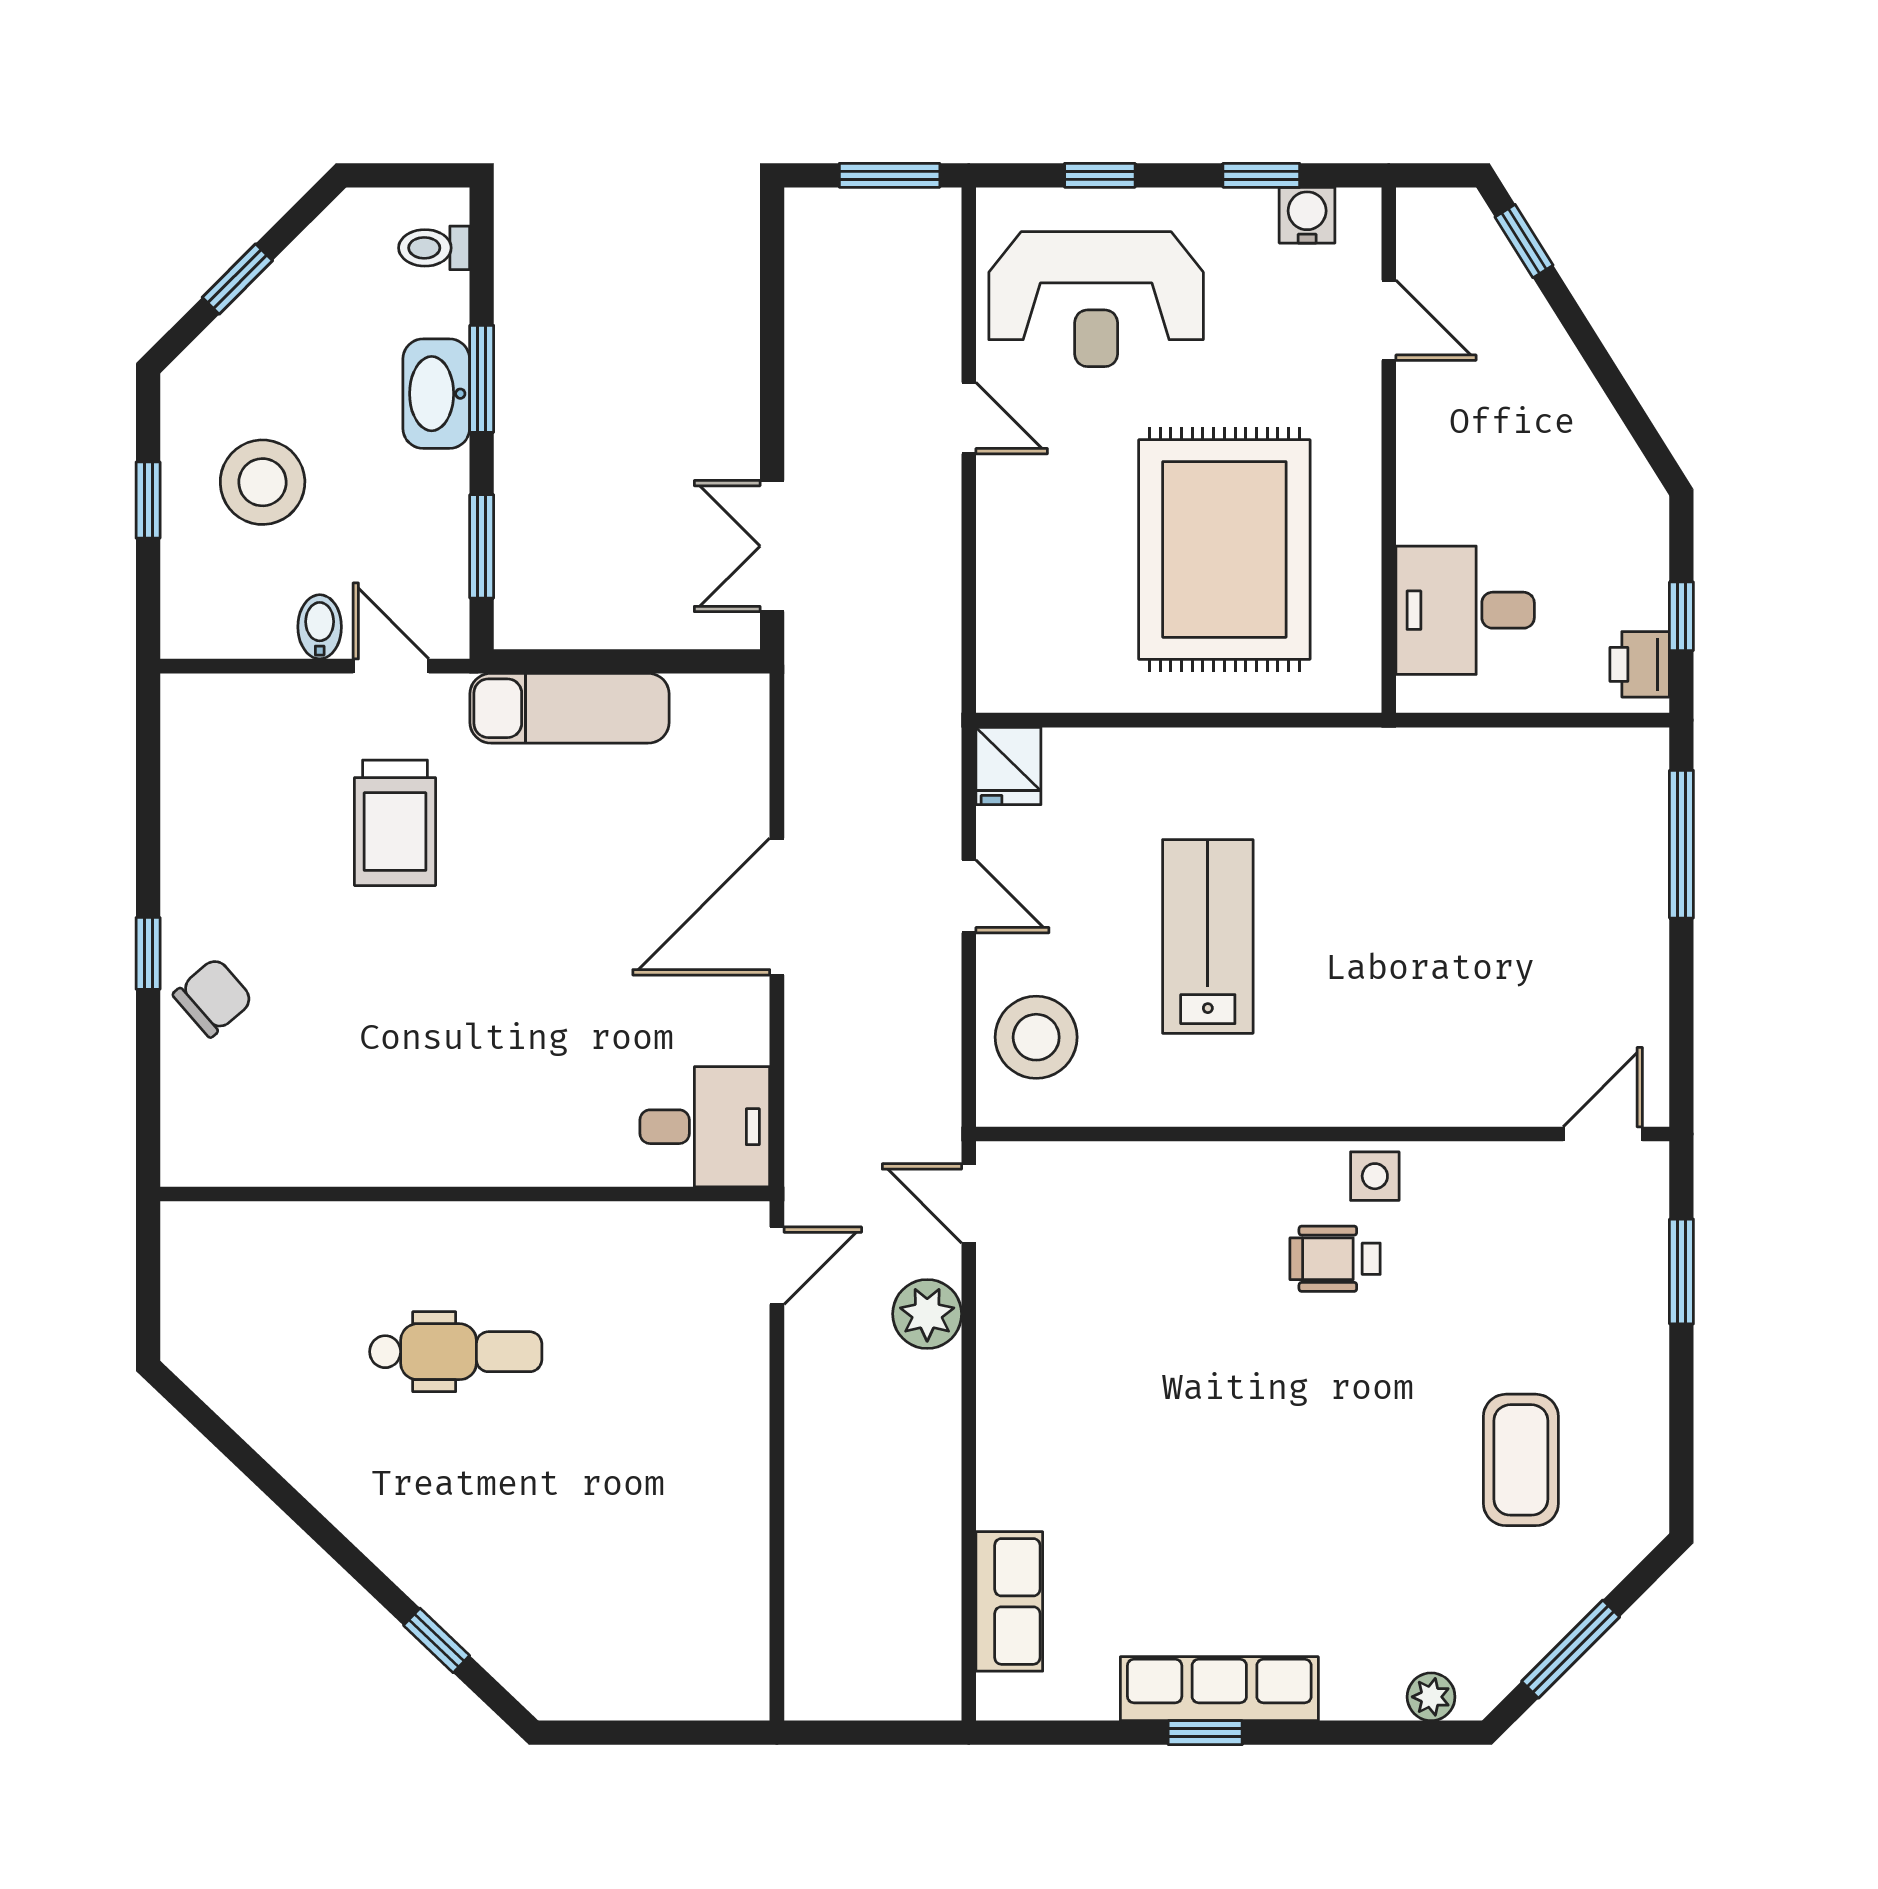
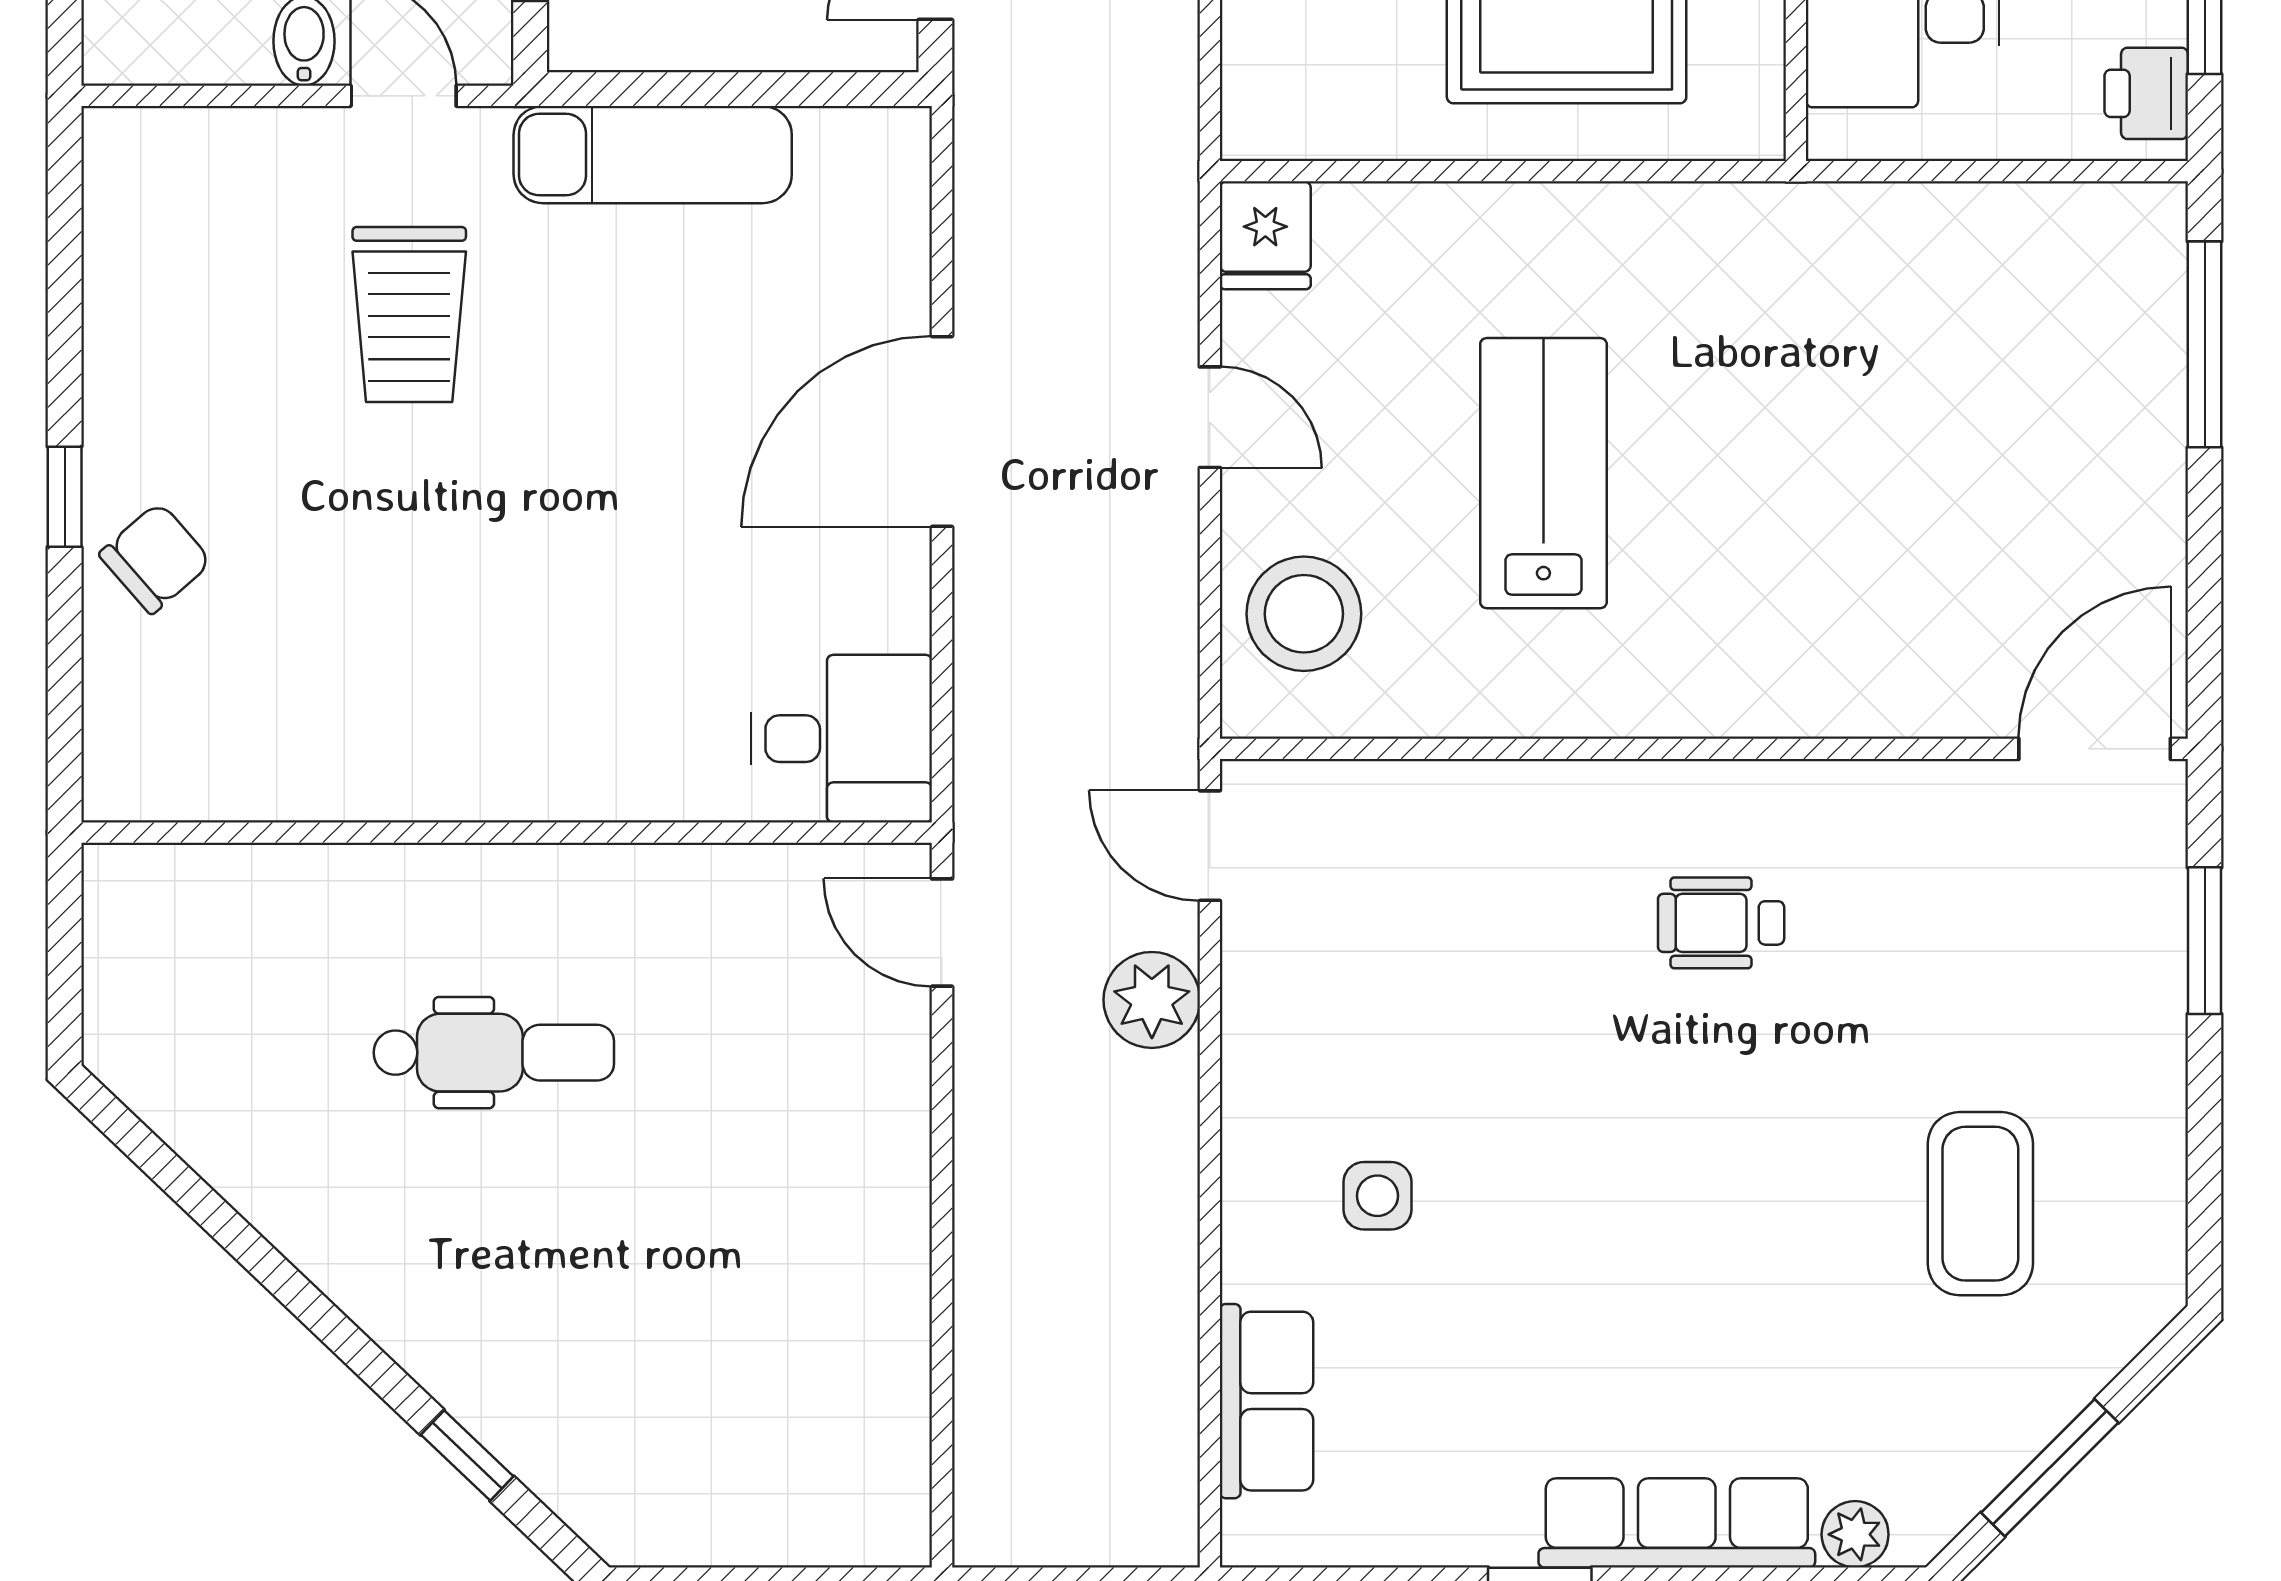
door: (1603, 1134) -> (2095, 749), width x1.38
side table: (1375, 1176) -> (1377, 1196), moved
door: (777, 1266) -> (942, 933), swing flipped
row of seats: (1219, 1689) -> (1677, 1523), moved

